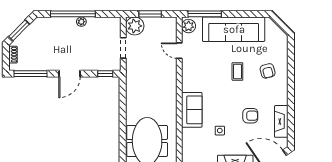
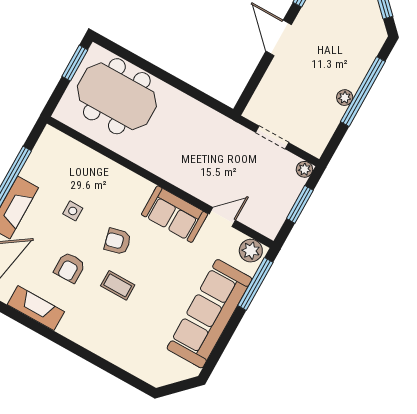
plant: (135, 26) -> (304, 169), width x0.53, depth x0.53
coffee table: (237, 71) -> (118, 285), moved
armchair: (268, 71) -> (118, 241), moved
window: (105, 74) -> (249, 90), removed
sofa: (192, 110) -> (175, 214), moved

